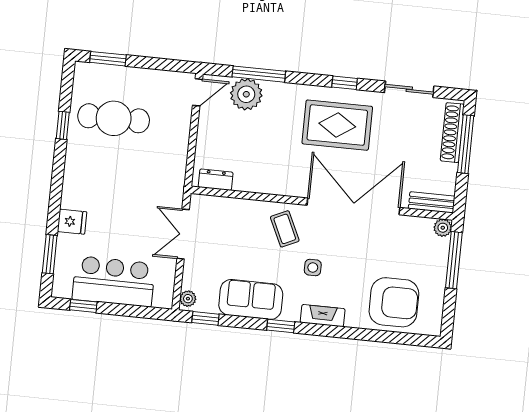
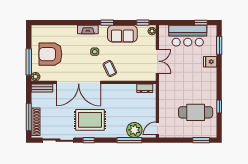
sliding door: (409, 89) -> (58, 140), width x1.37
armchair: (394, 302) -> (50, 54), moved

